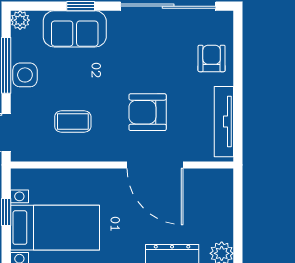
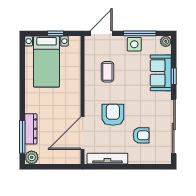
armchair: (212, 58) -> (141, 135), moved
door: (155, 165) -> (83, 133), moved

